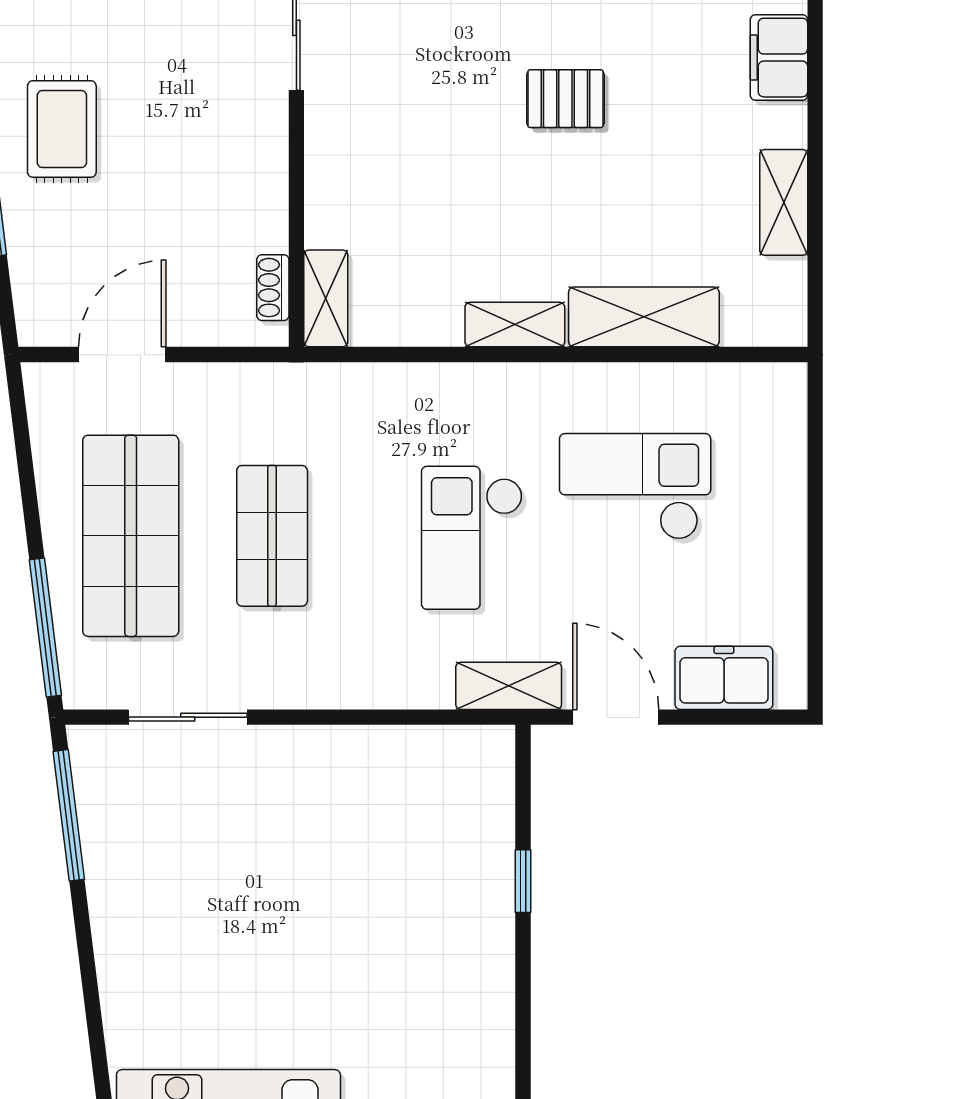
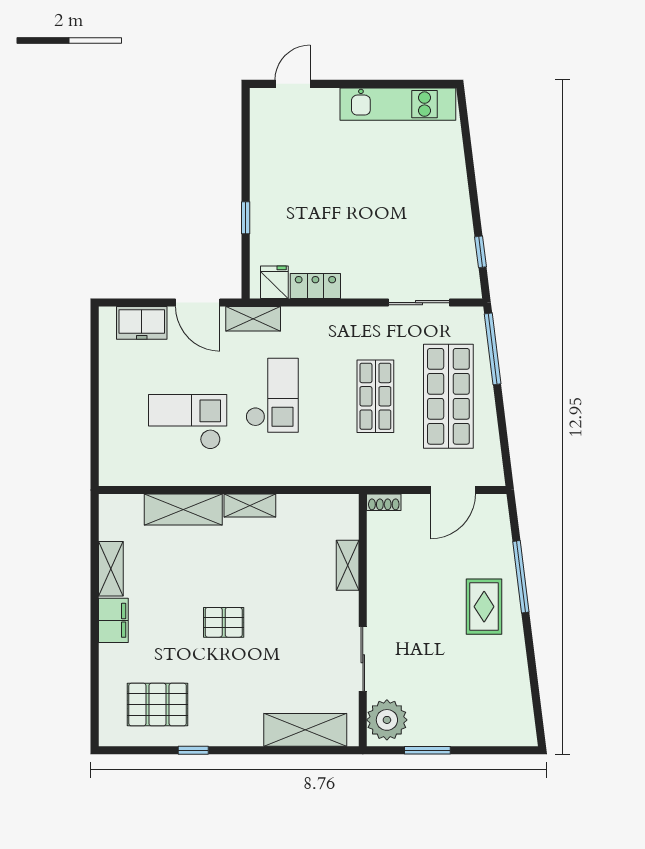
filing cabinet: (779, 58) -> (113, 620), moved
shoe rack: (273, 288) -> (384, 502), moved, turned 90
shelving: (326, 298) -> (348, 565), moved
checkout: (635, 486) -> (188, 422), turned 180
locker: (388, 749) -> (315, 286), added
fridge: (467, 756) -> (274, 282), added
window: (69, 815) -> (480, 252), width x0.46

